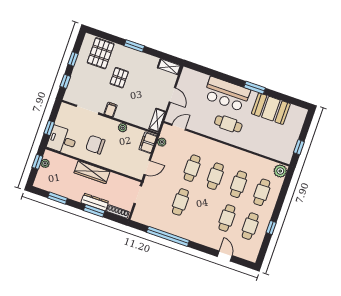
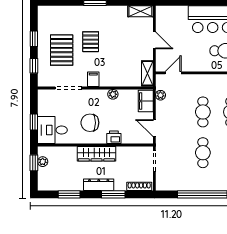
pallet: (101, 53) -> (62, 50), moved
printer: (111, 164) -> (114, 137), added
door: (147, 168) -> (154, 128), swing flipped
dresser: (95, 202) -> (99, 185), moved

